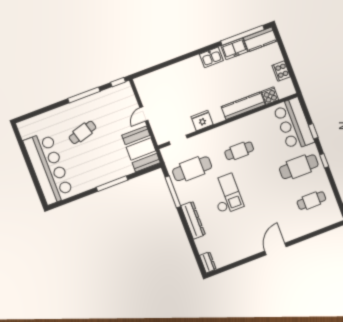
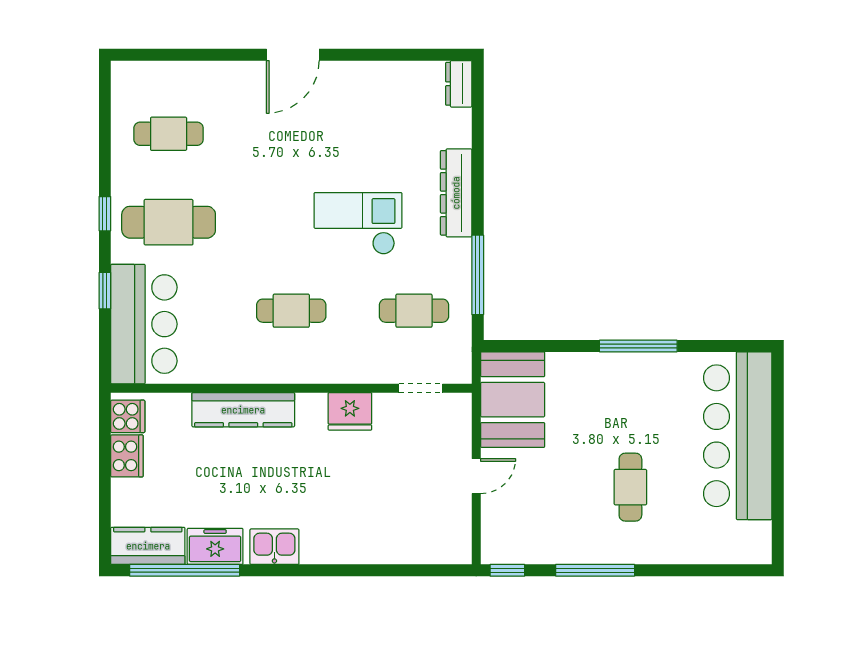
cooker: (270, 96) -> (128, 416), moved, turned -90
cafe table: (83, 132) -> (630, 487), turned -74
cafe table: (192, 169) -> (414, 311), width x0.73, depth x0.74
window: (112, 184) -> (638, 346), moved
checkout: (226, 194) -> (358, 223), turned 90

